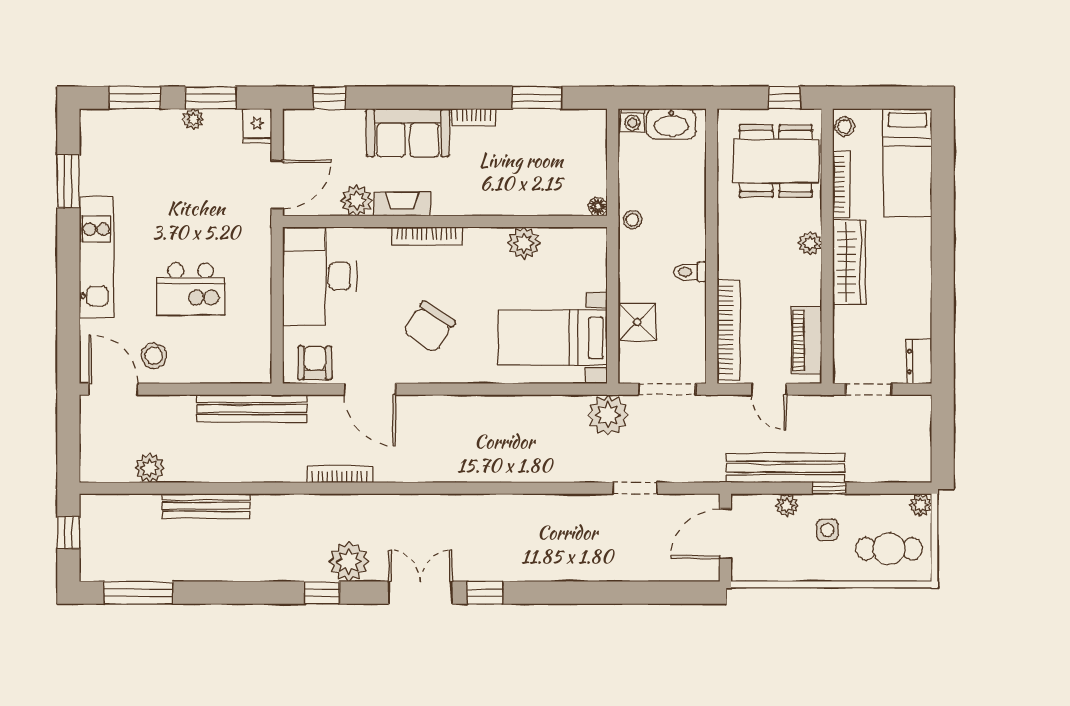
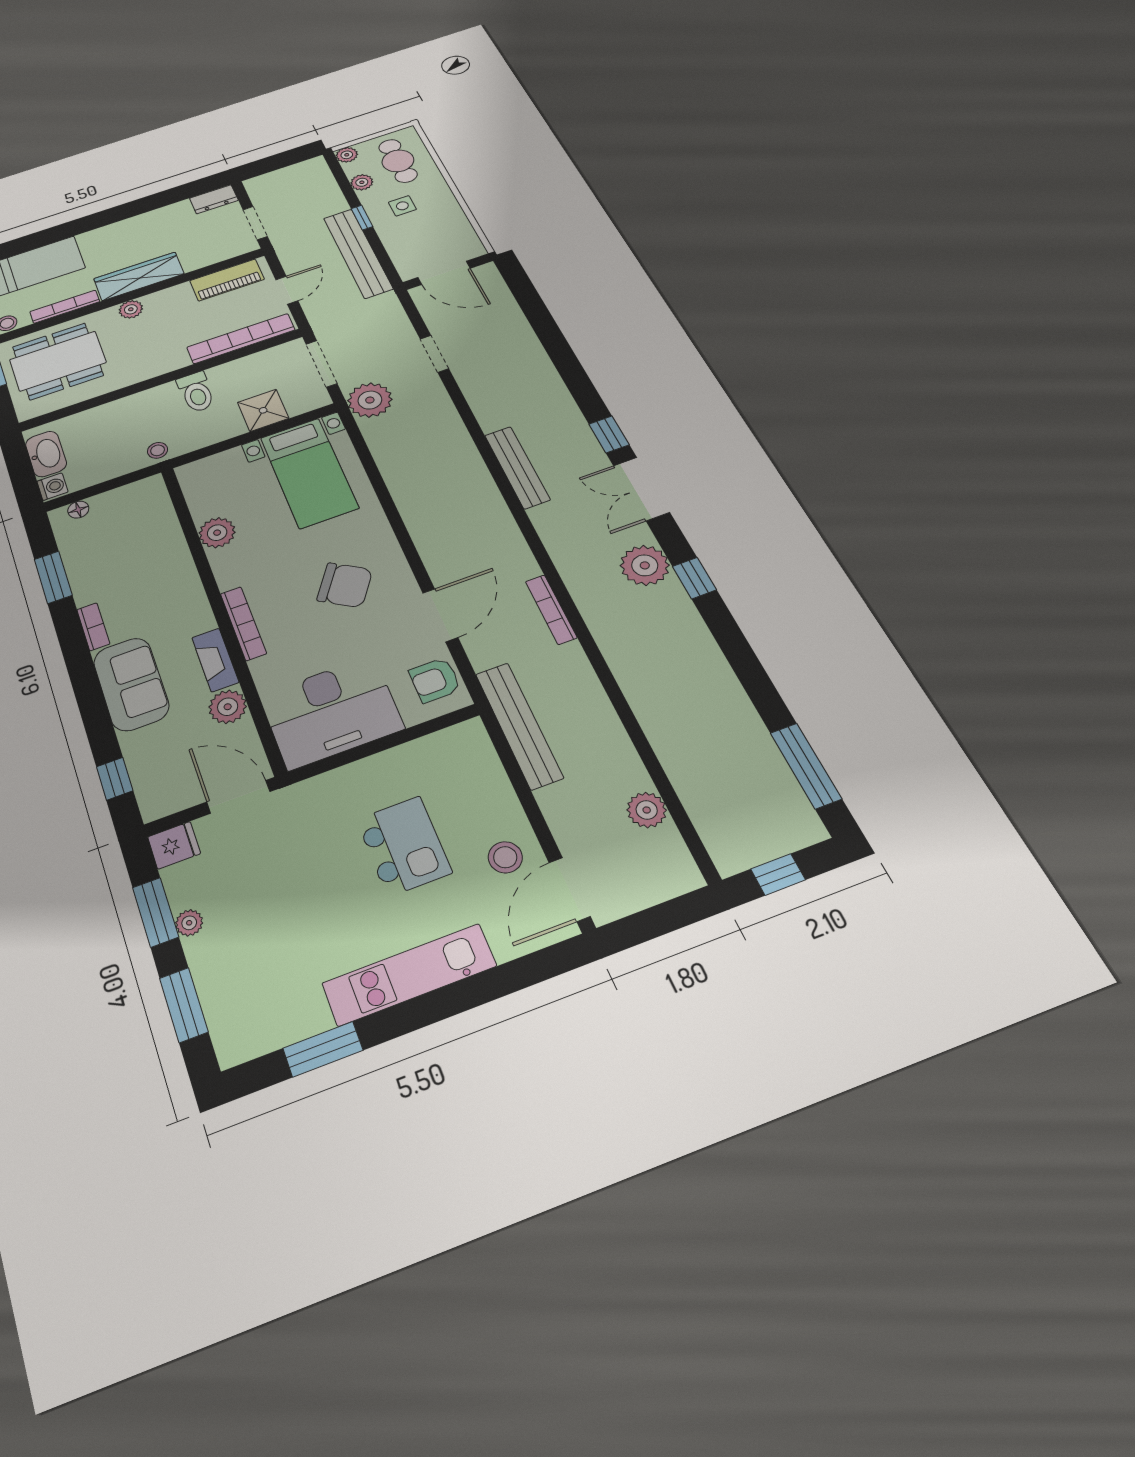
dining table: (776, 161) -> (58, 361), turned 90
floor lamp: (598, 207) -> (78, 510), moved
toilet: (690, 272) -> (196, 392), width x1.37, depth x1.39
plant: (787, 505) -> (362, 182), moved
bench: (206, 506) -> (517, 467), moved

